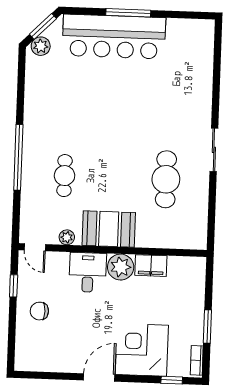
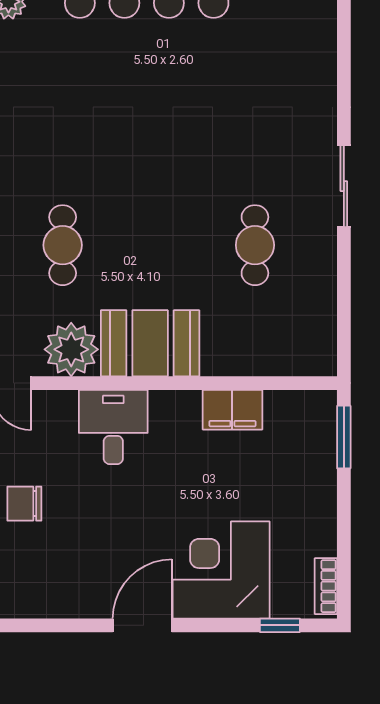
cafe table: (166, 179) -> (255, 245), width x0.73, depth x0.74
plant: (67, 237) -> (71, 349), width x1.87, depth x1.87
plant: (121, 267) -> (175, 415), removed
window: (207, 327) -> (344, 437), moved

